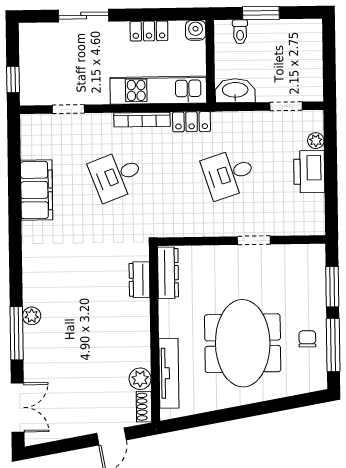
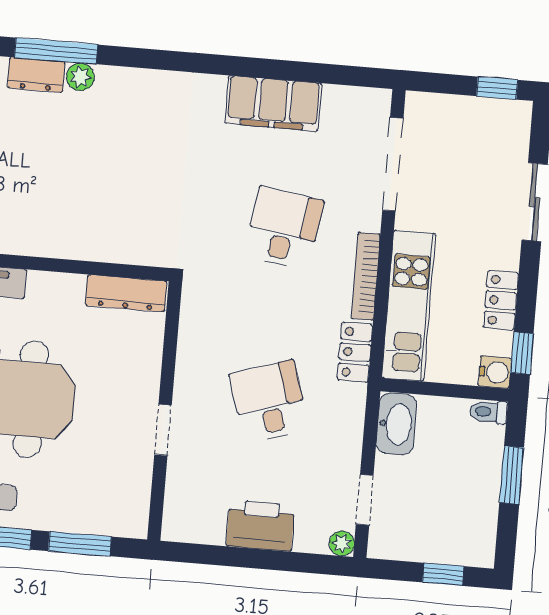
window: (182, 14) -> (522, 353), added
toilet: (240, 32) -> (488, 412), moved
window: (329, 51) -> (443, 574), added
window: (13, 79) -> (497, 88), moved
doorway: (68, 109) -> (393, 164), width x1.88
plant: (316, 141) -> (342, 543), moved
desk: (116, 175) -> (284, 228), turned 30
dresser: (139, 280) -> (36, 75), moved, turned 180

